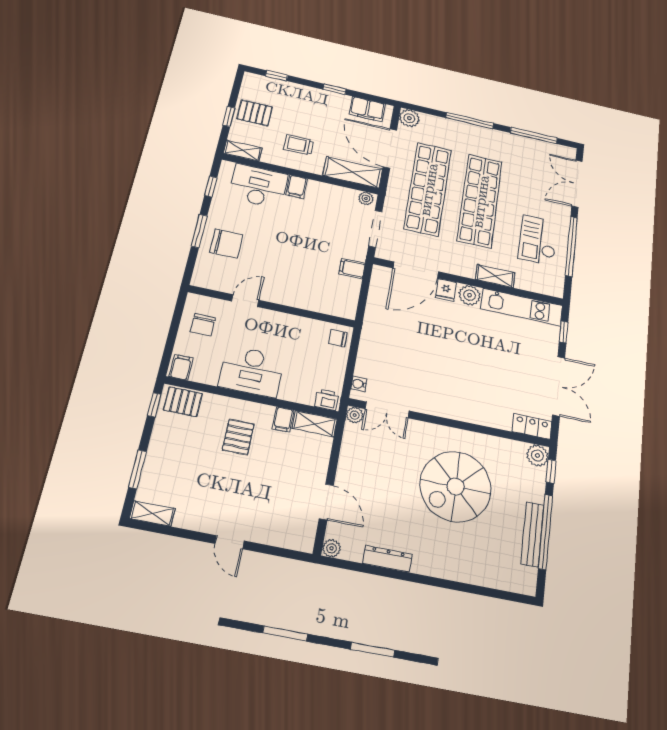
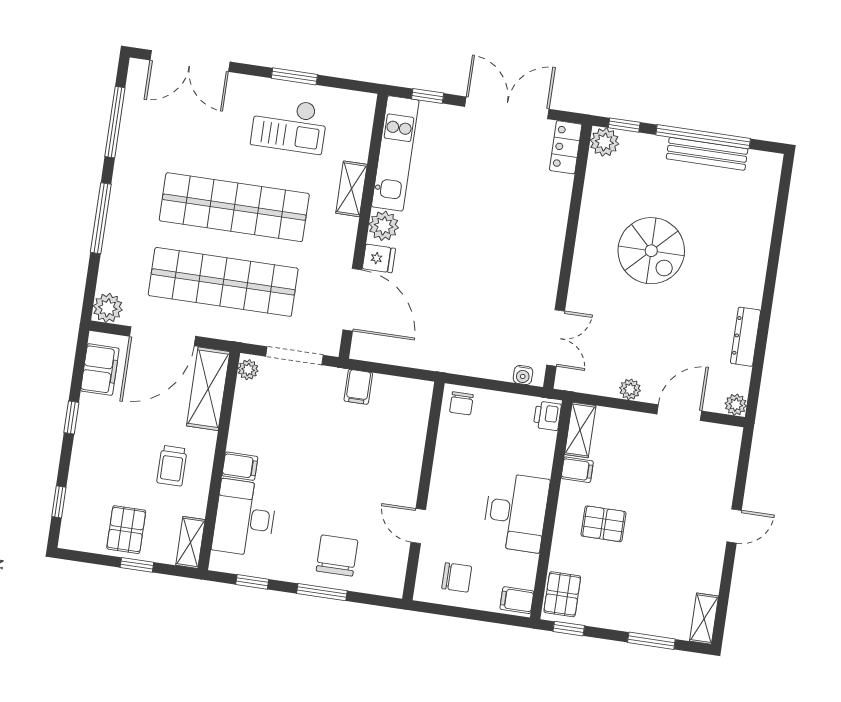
window: (571, 246) -> (294, 76), width x0.47
plant: (355, 415) -> (630, 389), moved
spiral stairs: (456, 487) -> (651, 251), width x0.73, depth x0.73

